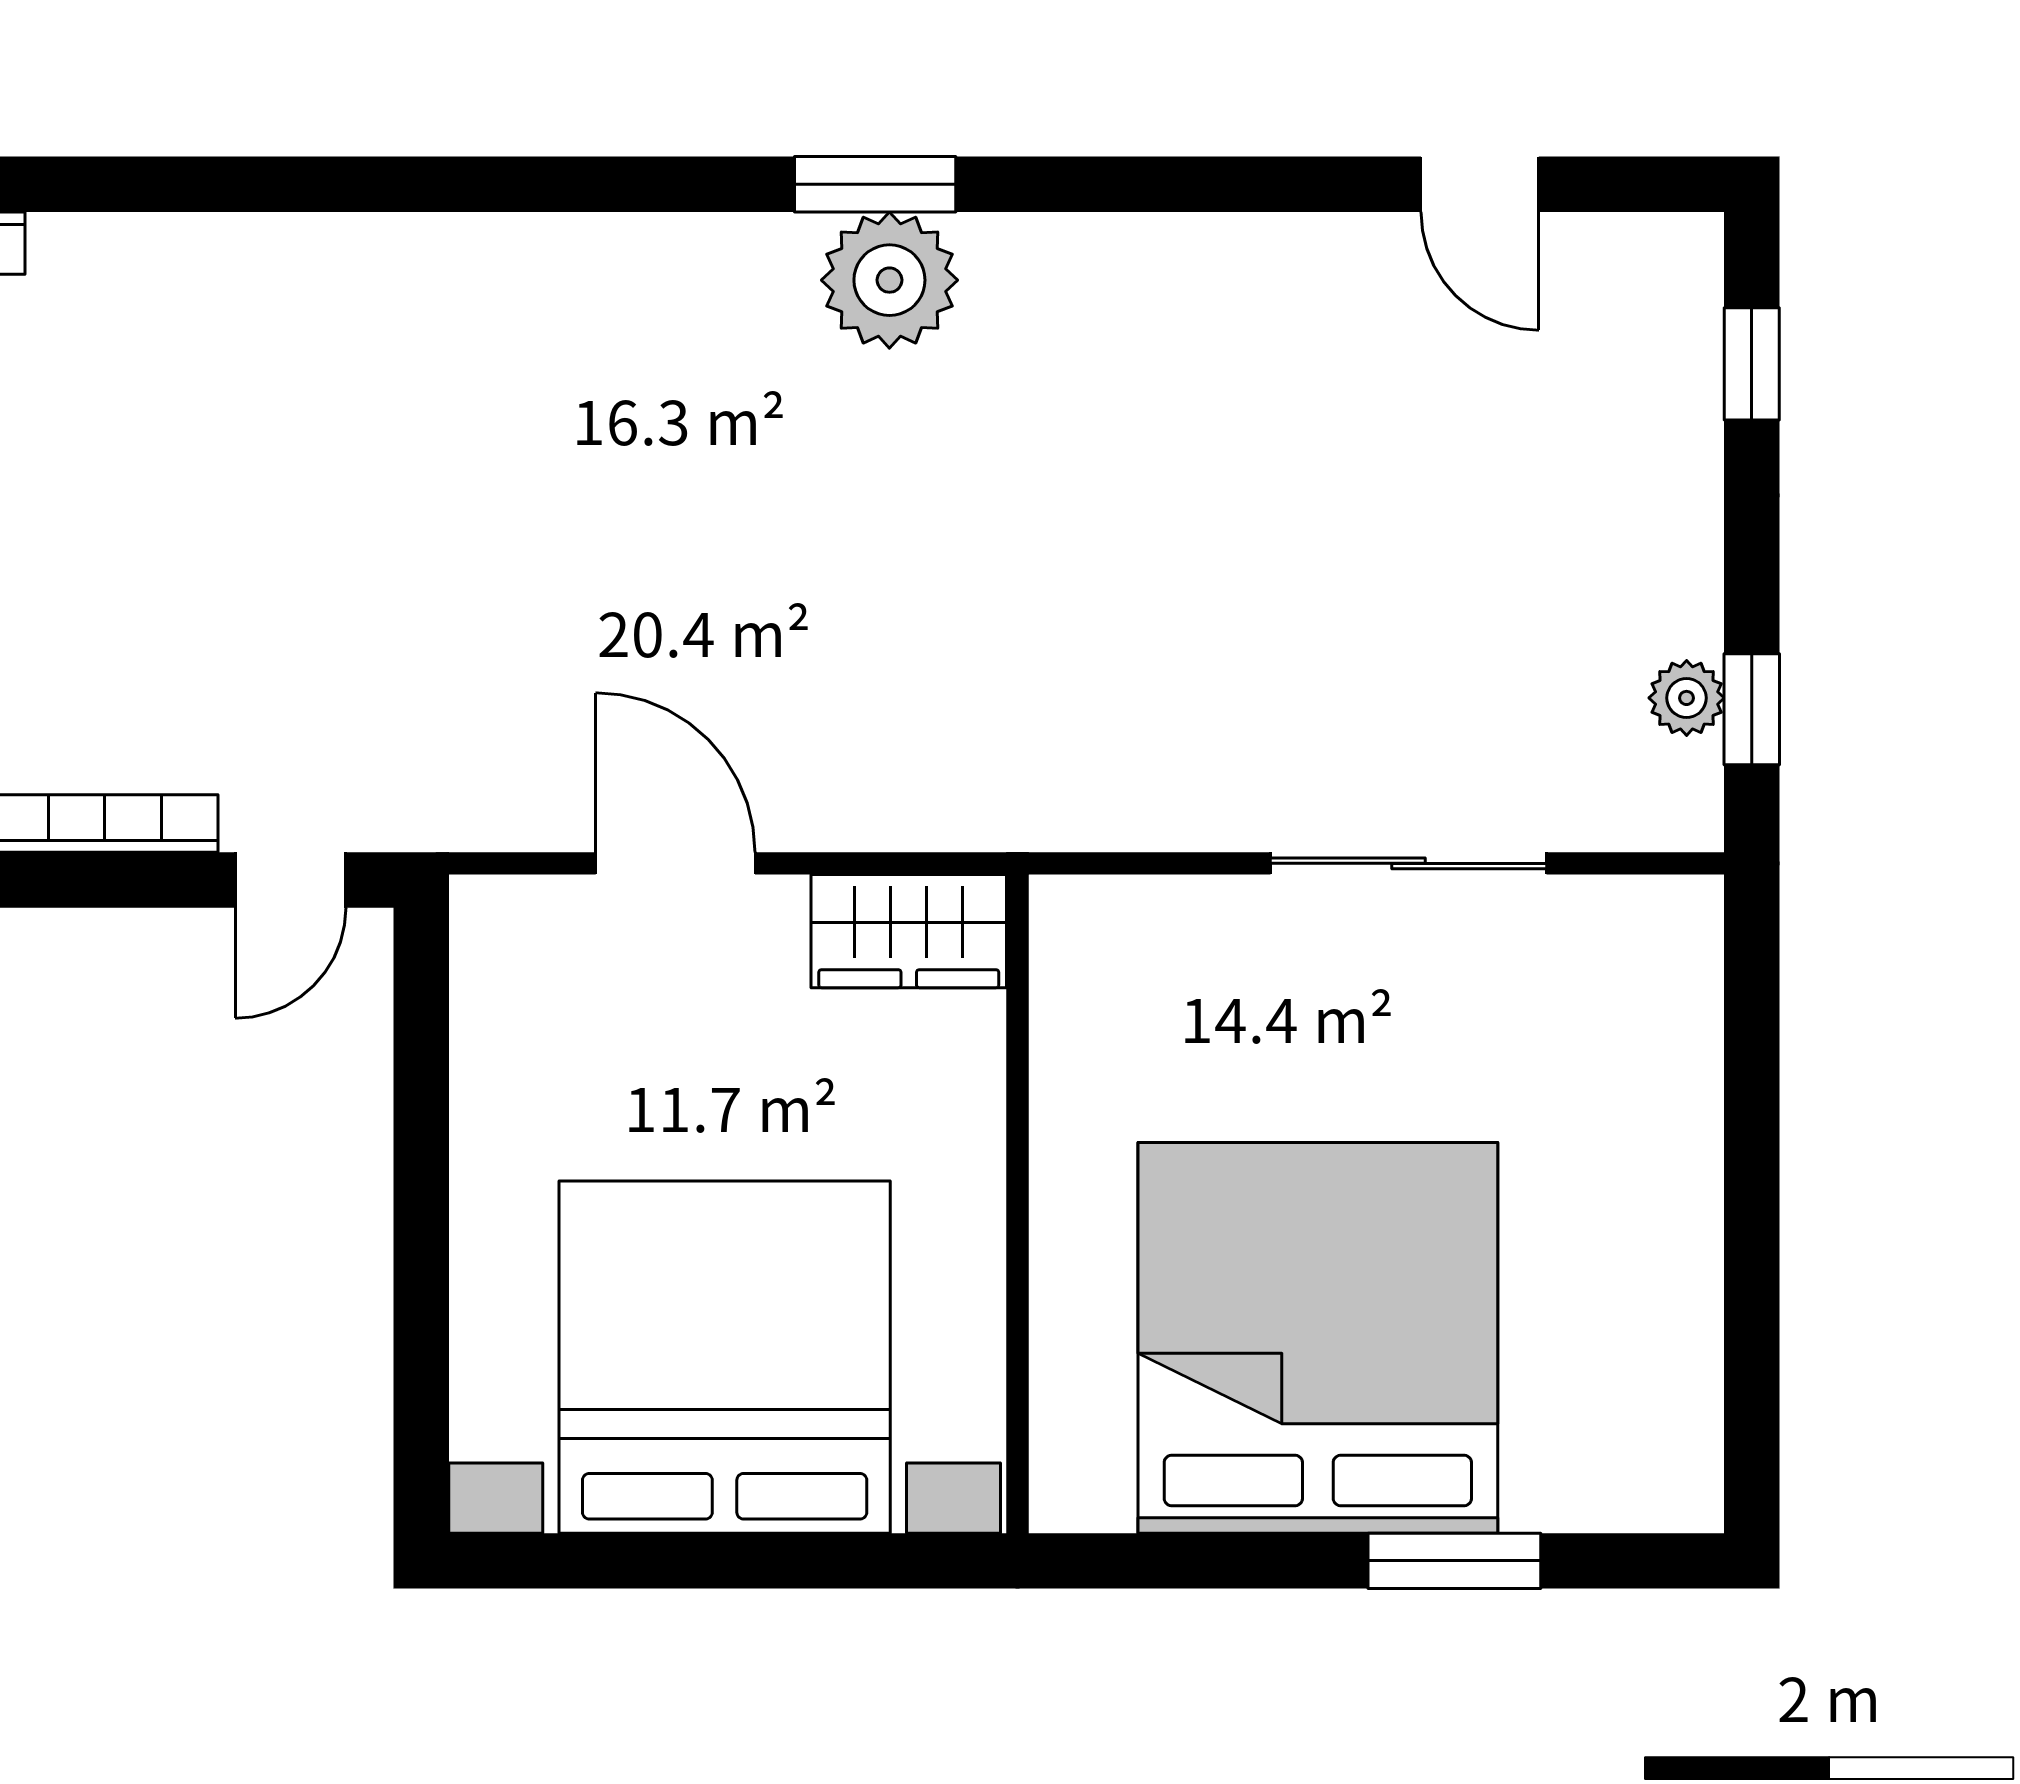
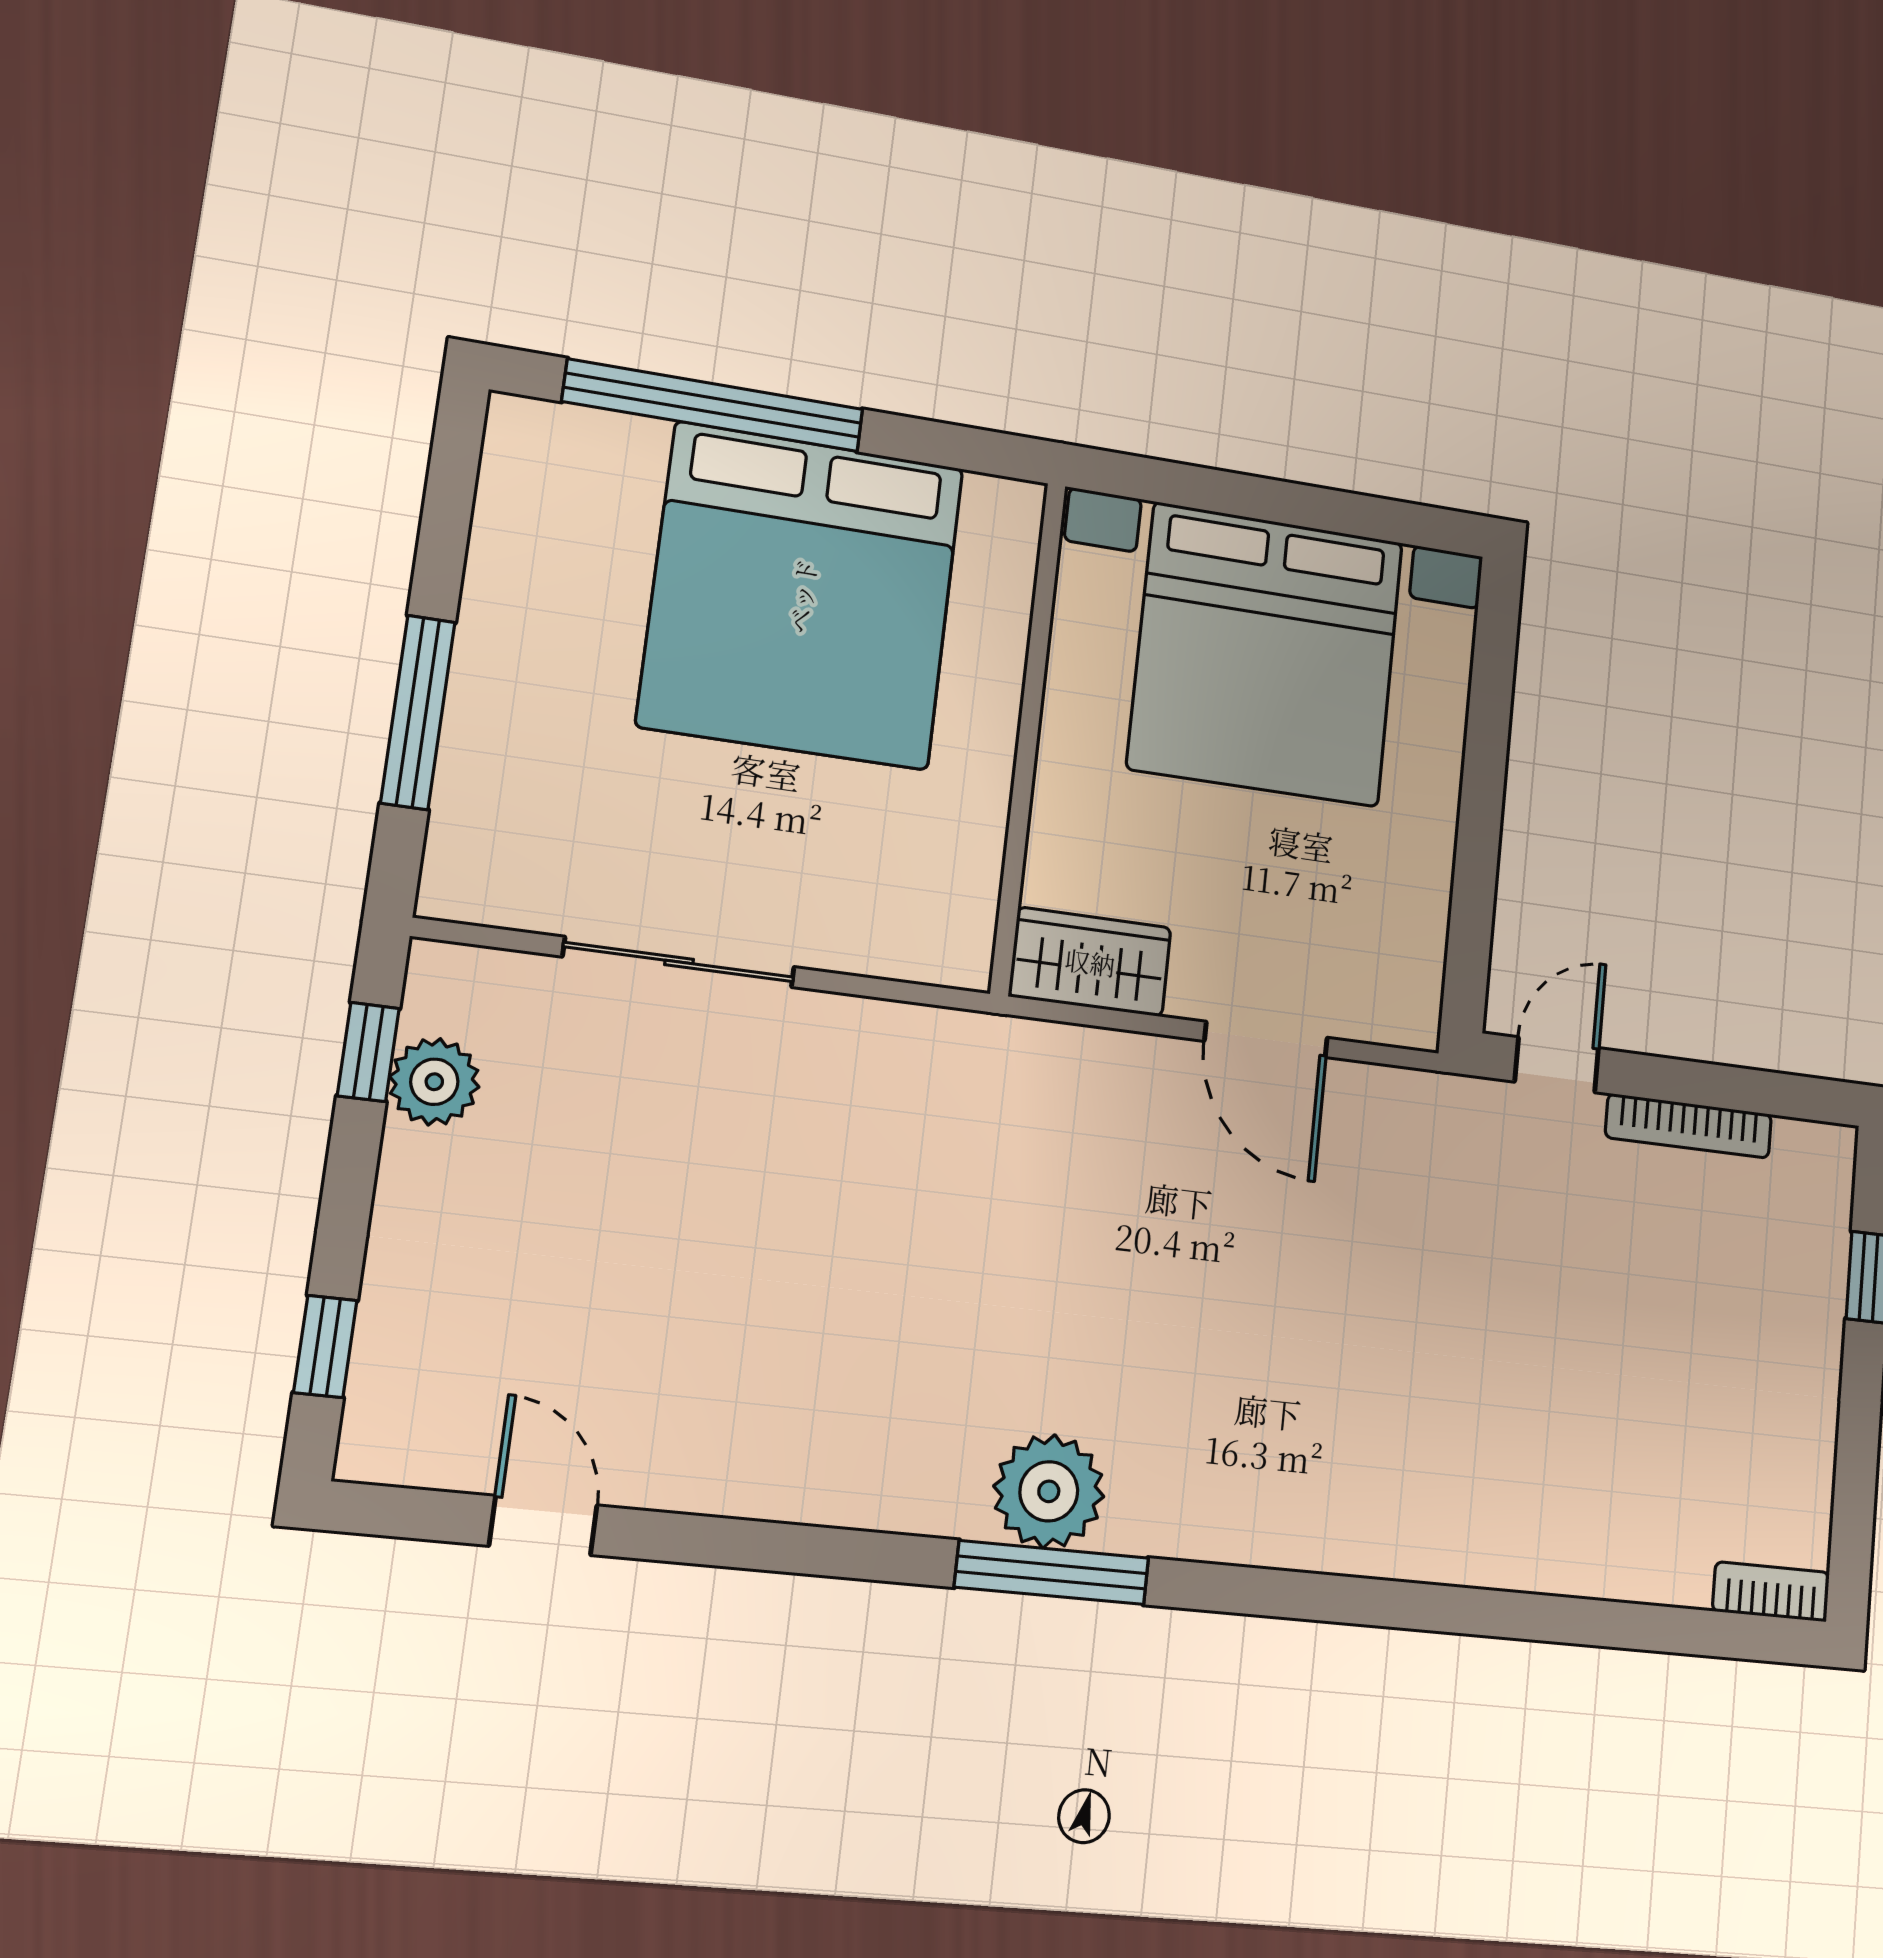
window: (875, 184) -> (1052, 1573), width x1.44
plant: (1687, 698) -> (434, 1082), width x1.38, depth x1.38
window: (1752, 1122) -> (418, 712), added
window: (1454, 1561) -> (714, 405), width x2.11

